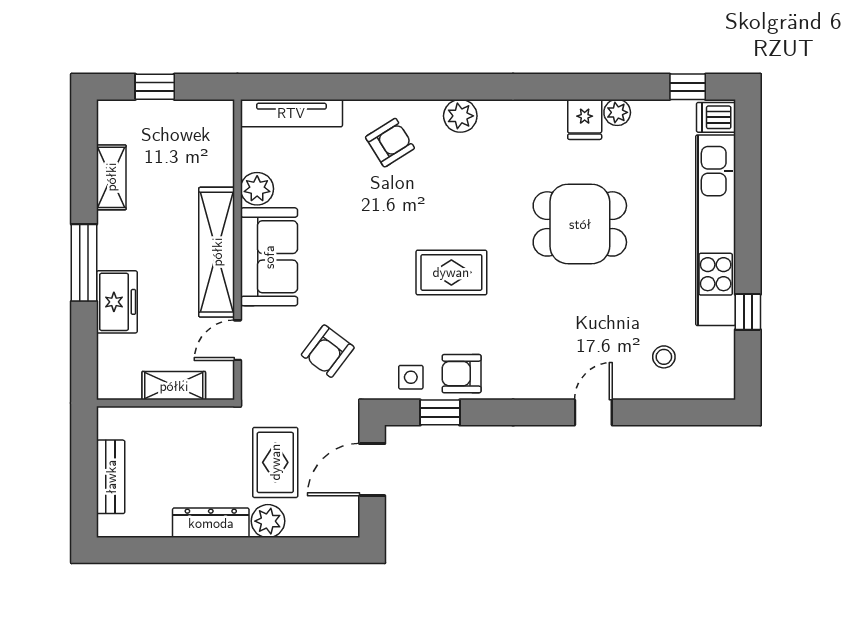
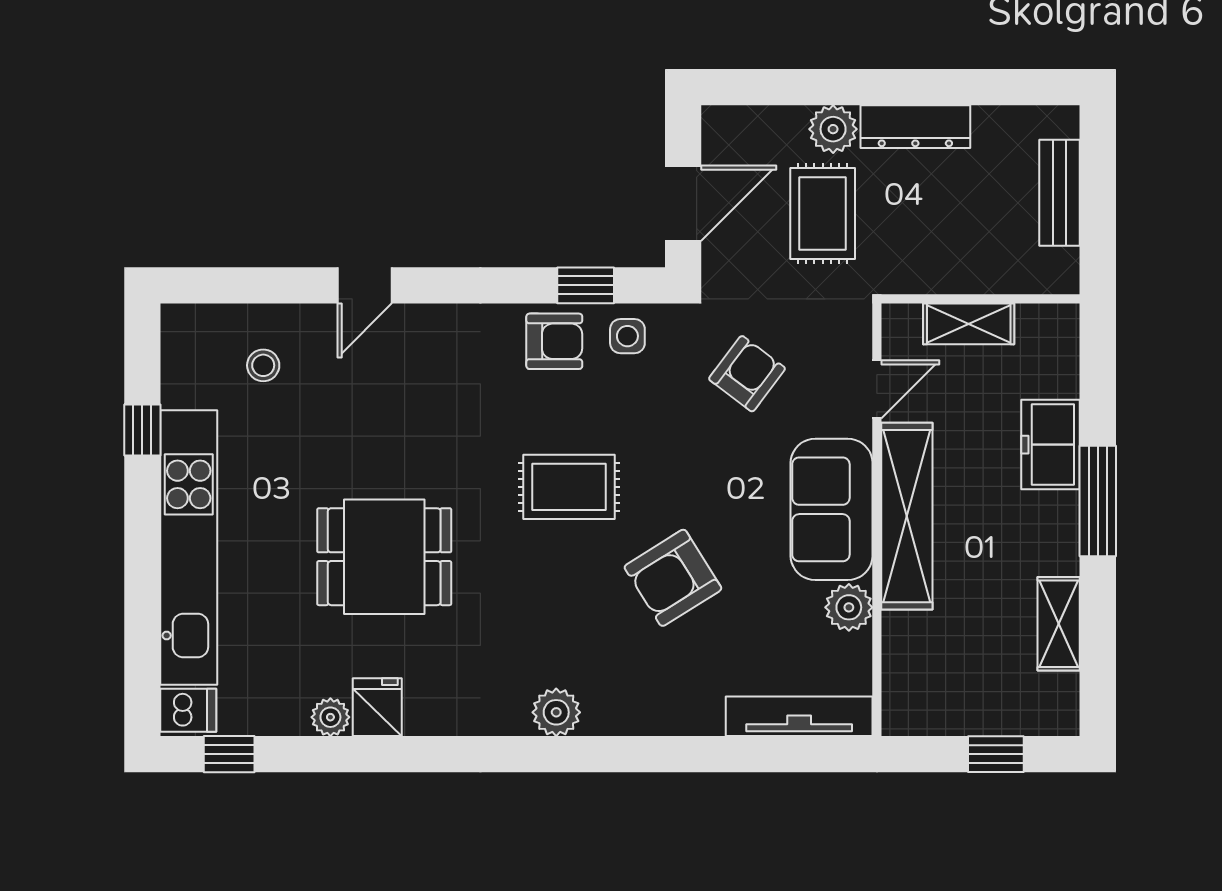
armchair: (390, 143) -> (673, 578), moved, width x1.38, depth x1.38

